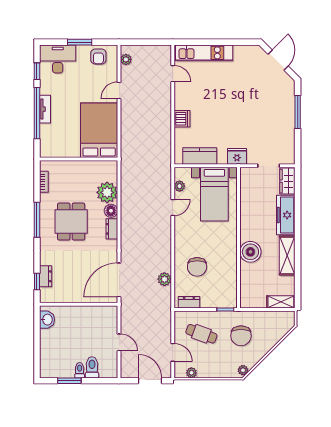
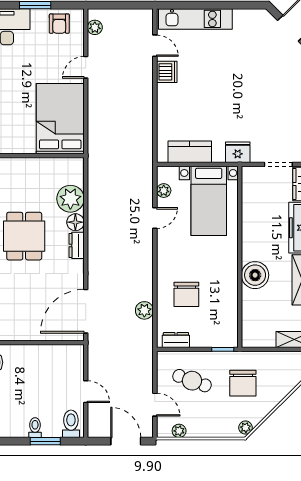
dishwasher: (182, 119) -> (167, 72), moved
toilet: (92, 367) -> (71, 424), moved
window: (69, 381) -> (45, 441), moved

